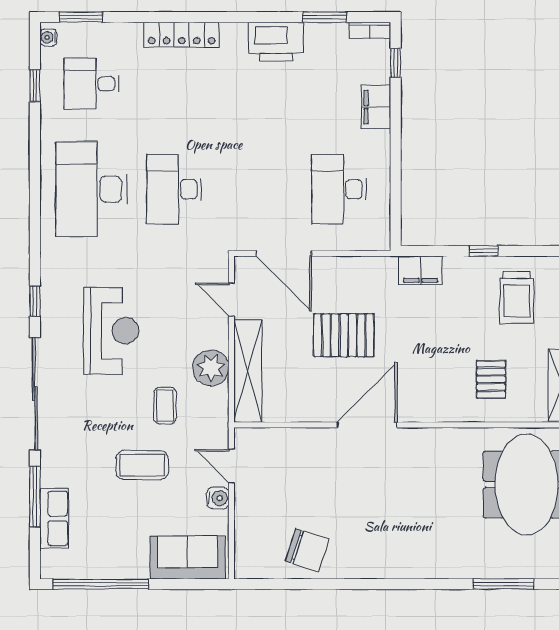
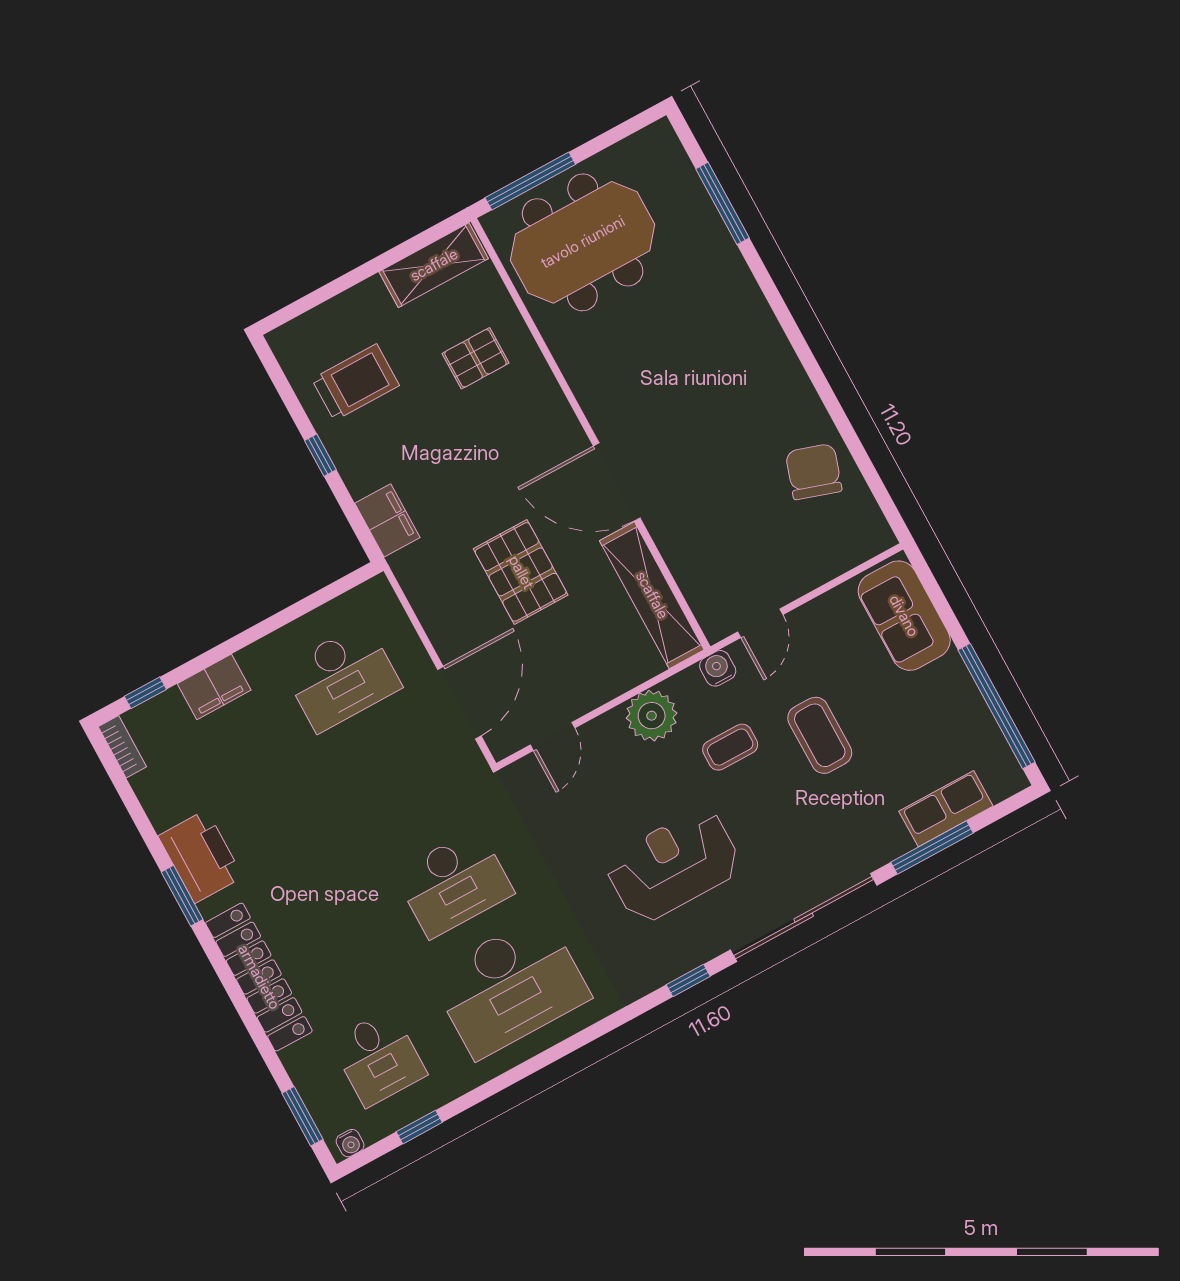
window: (325, 17) -> (182, 896), moved
locker: (182, 34) -> (259, 977), width x1.41, depth x1.21
shelving: (248, 371) -> (652, 595), moved, turned 90
water cooler: (218, 498) -> (718, 668), moved

